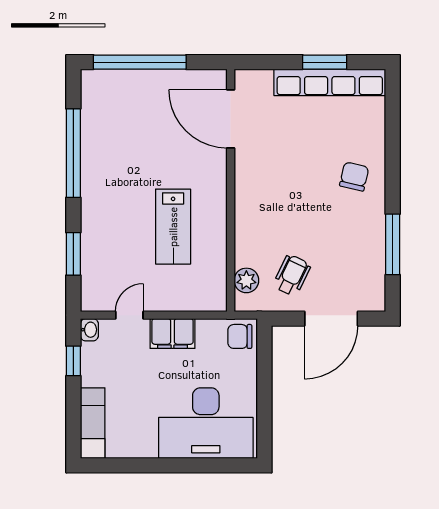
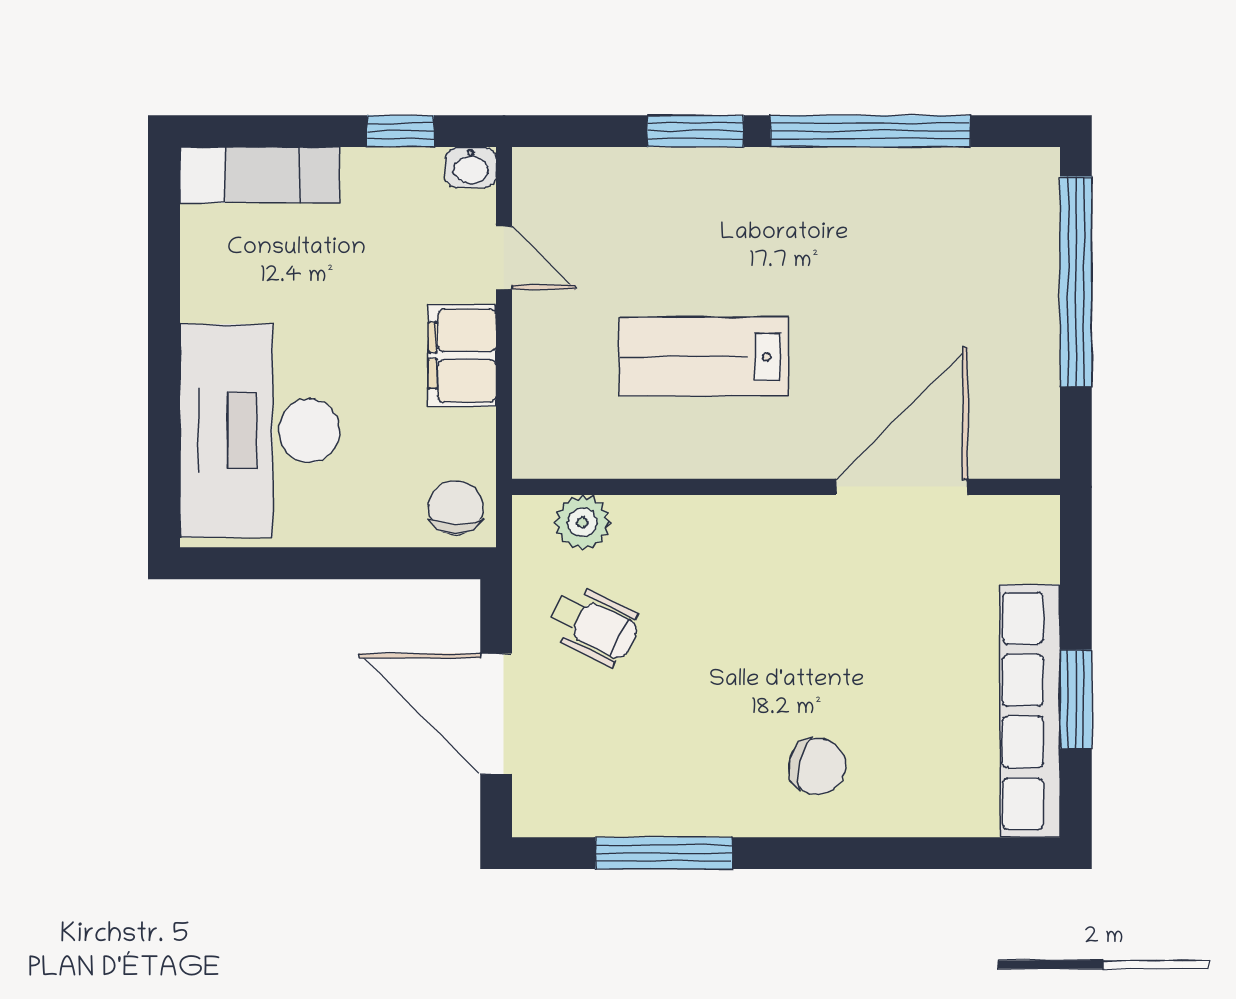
door: (231, 119) -> (902, 487), moved
window: (73, 254) -> (696, 131), moved

